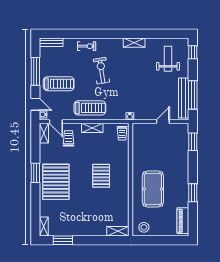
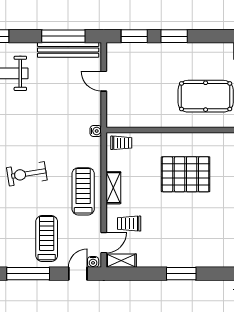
pallet: (101, 176) -> (186, 174), width x1.37, depth x1.41
pallet: (56, 182) -> (195, 243), removed
window: (193, 193) -> (174, 36), moved

